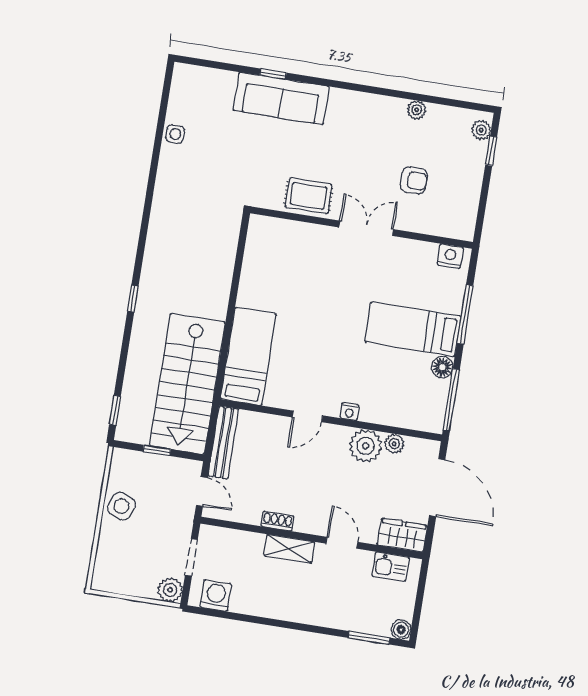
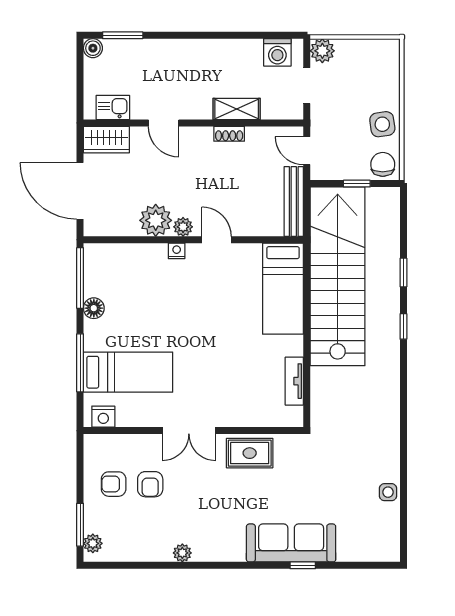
plant: (417, 110) -> (182, 553), moved
window: (491, 151) -> (80, 525), width x1.50
armchair: (414, 180) -> (150, 484), turned -90
armchair: (451, 187) -> (114, 484), added
tv unit: (252, 261) -> (294, 381), added
bed: (413, 329) -> (128, 372), moved
stairs: (187, 384) -> (338, 276), width x1.36
window: (115, 410) -> (403, 273), moved
door: (307, 416) -> (216, 240), hinge flipped
plant: (394, 444) -> (183, 227), moved
chair: (128, 466) -> (383, 164), added
side table: (121, 506) -> (382, 124), turned -30
shelving: (289, 549) -> (237, 109), moved

